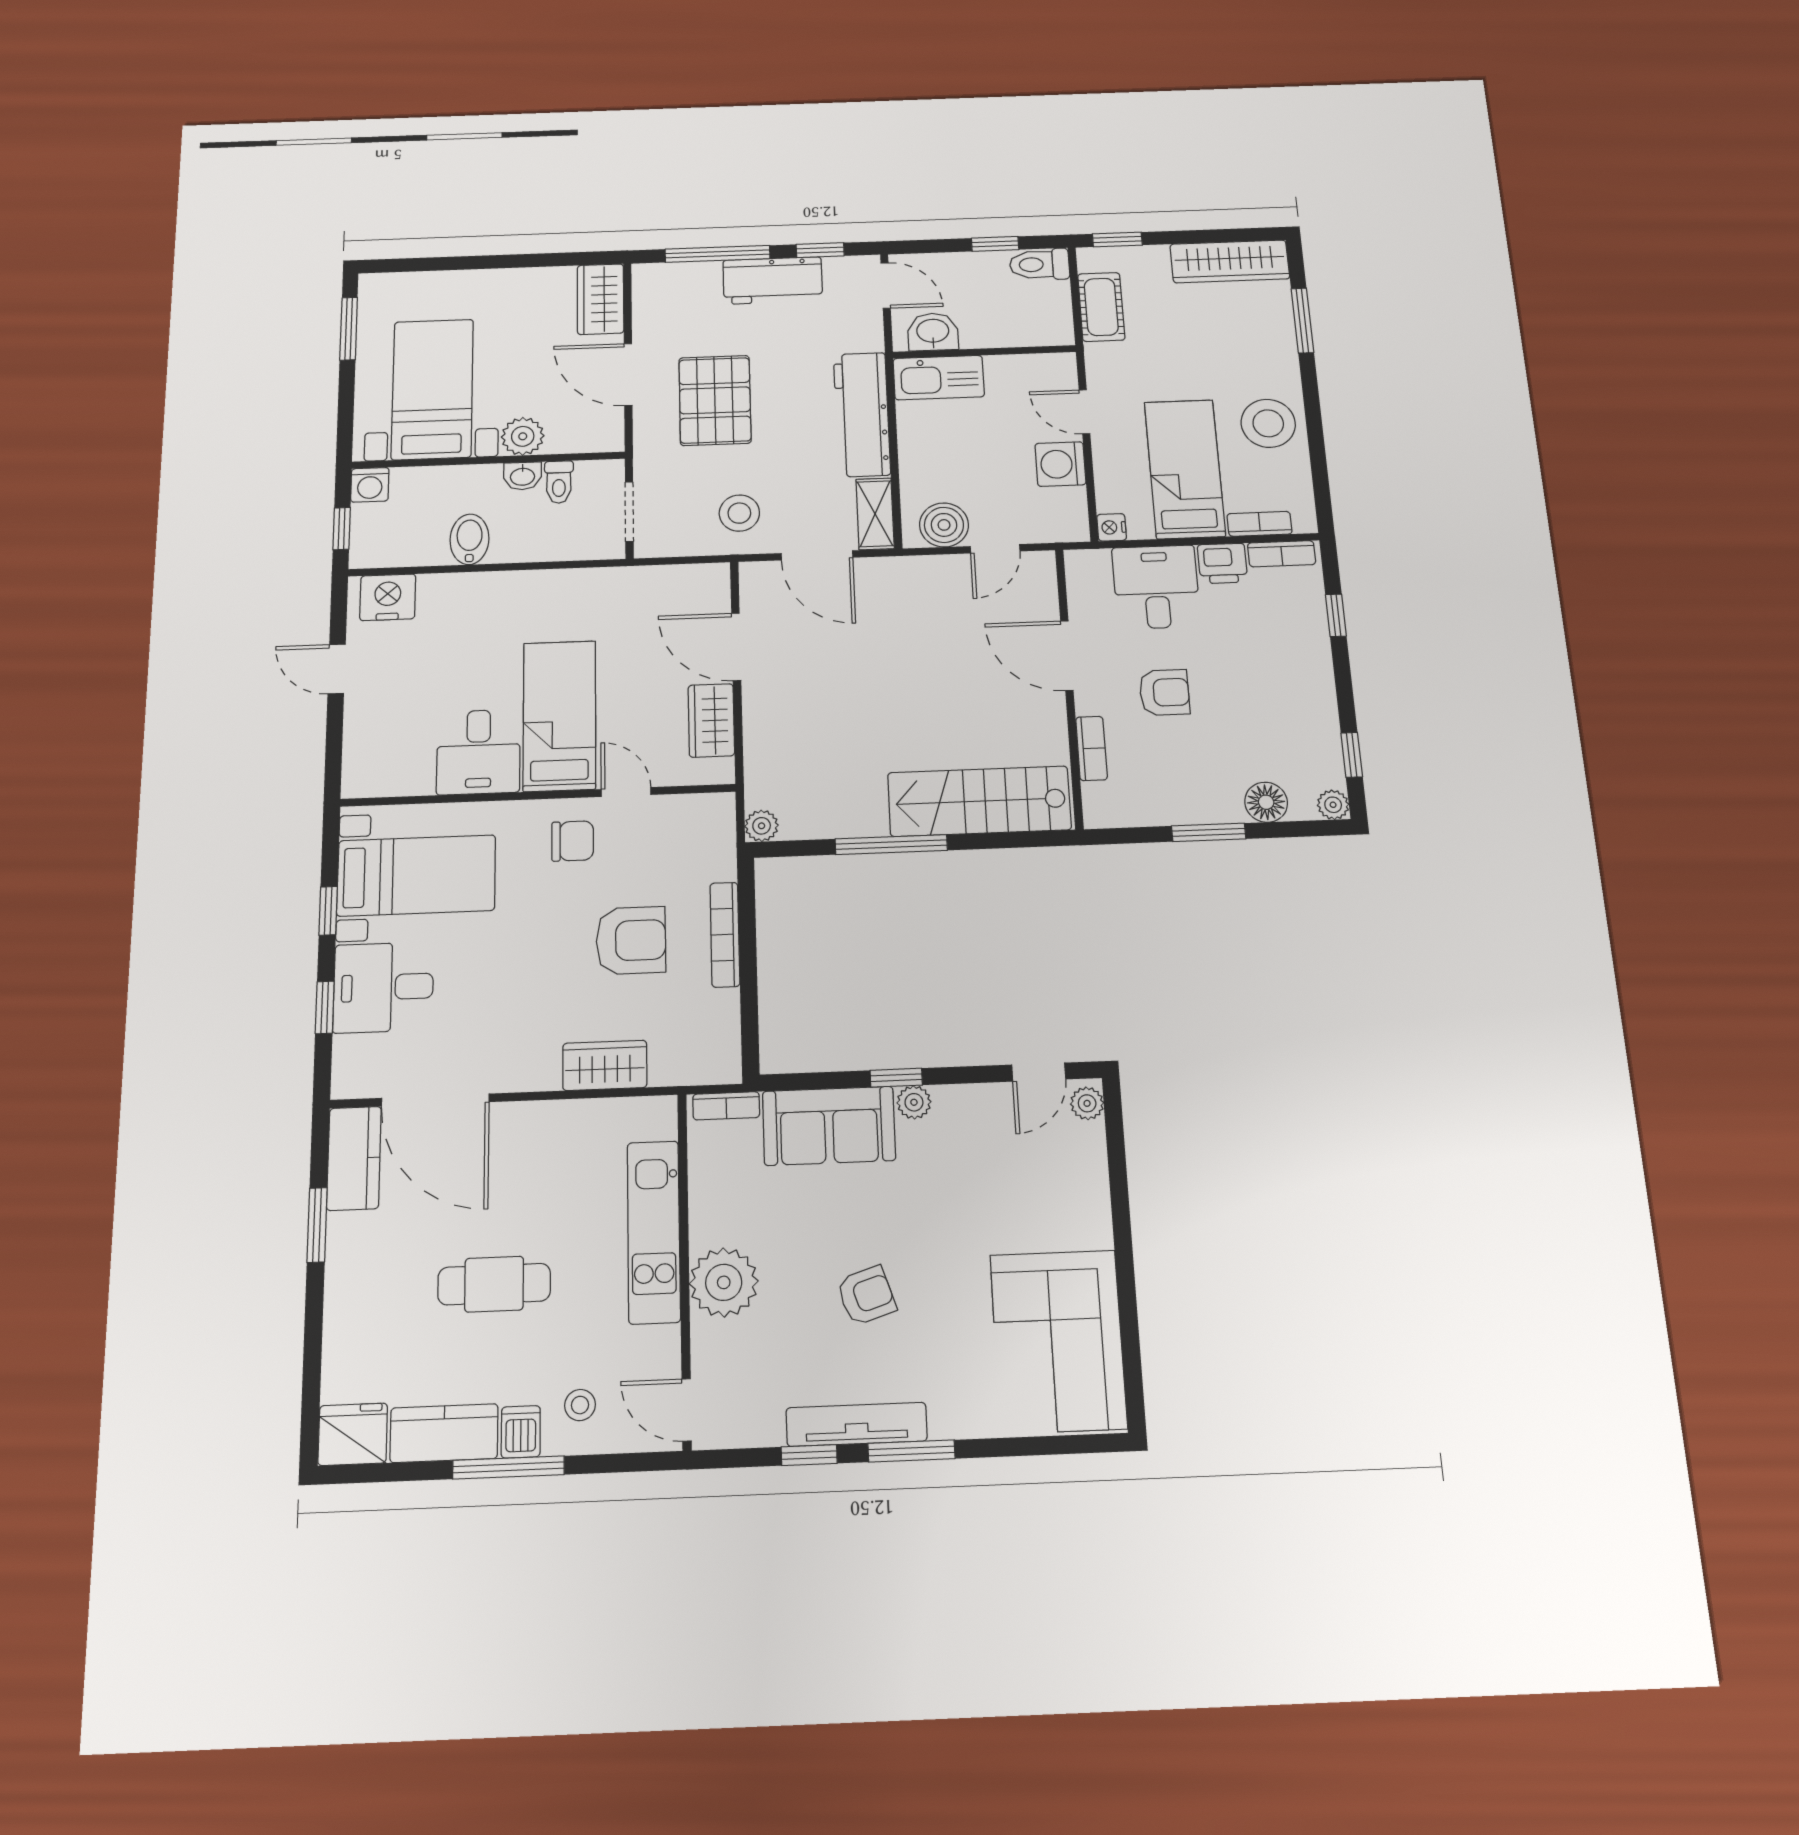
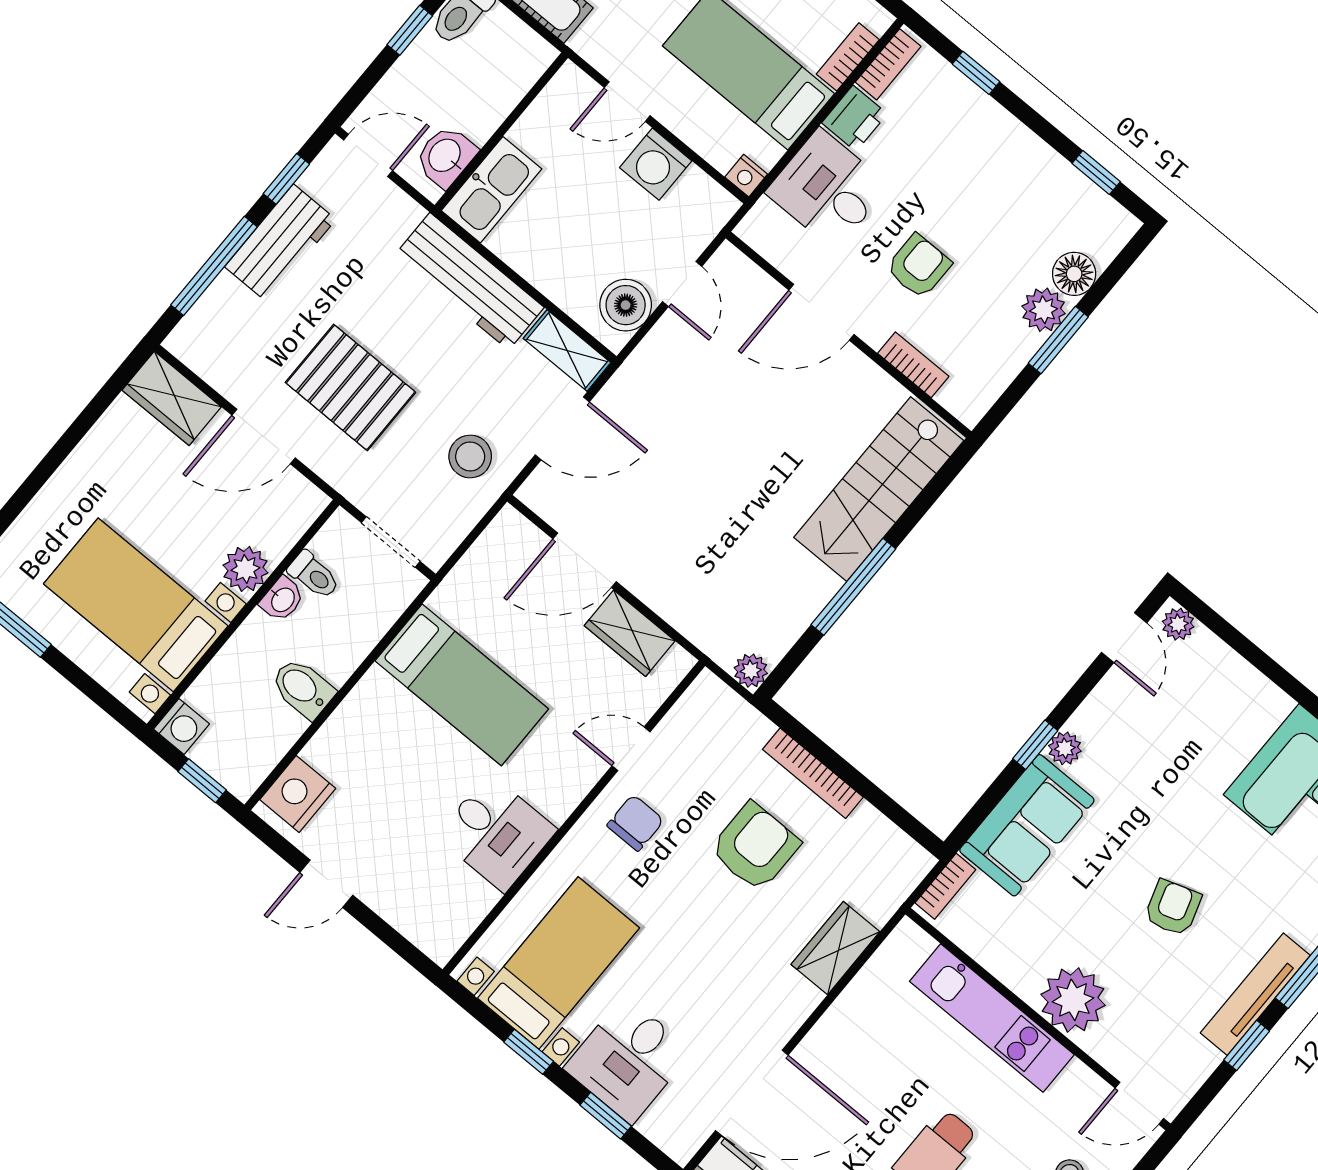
bed: (559, 716) -> (462, 685), moved, turned 180
plant: (1333, 805) -> (1044, 310), moved, width x1.38, depth x1.38

